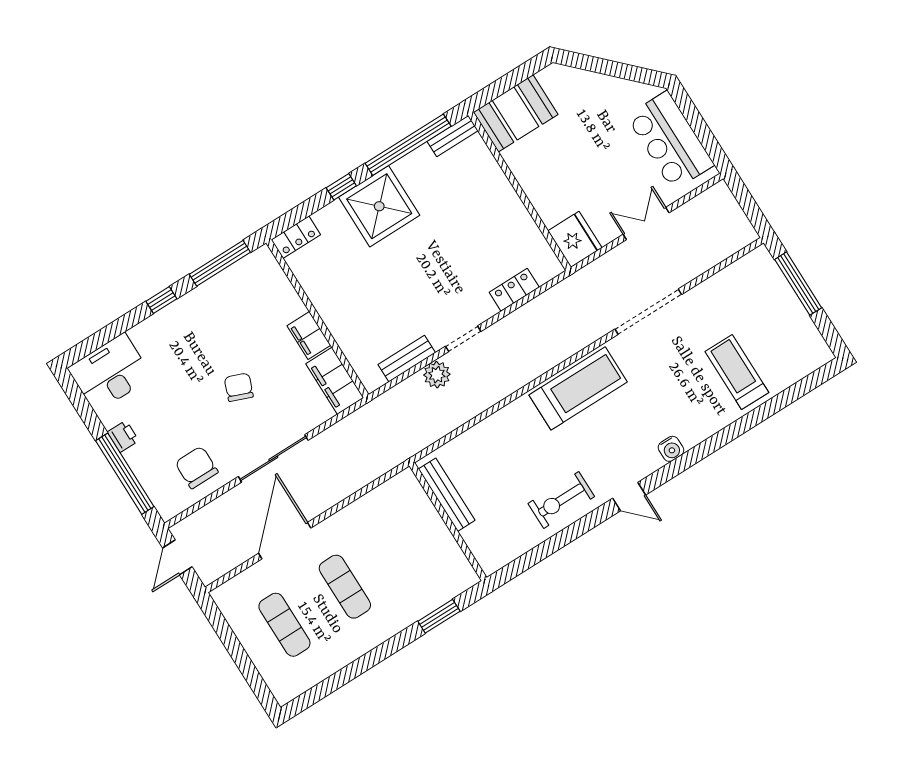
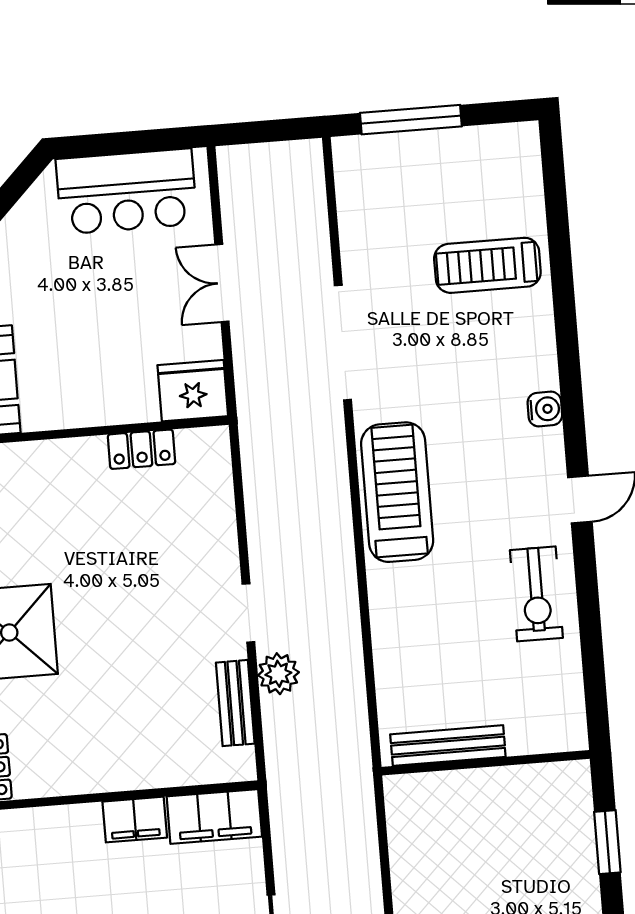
locker: (514, 290) -> (141, 449), moved, turned -90

